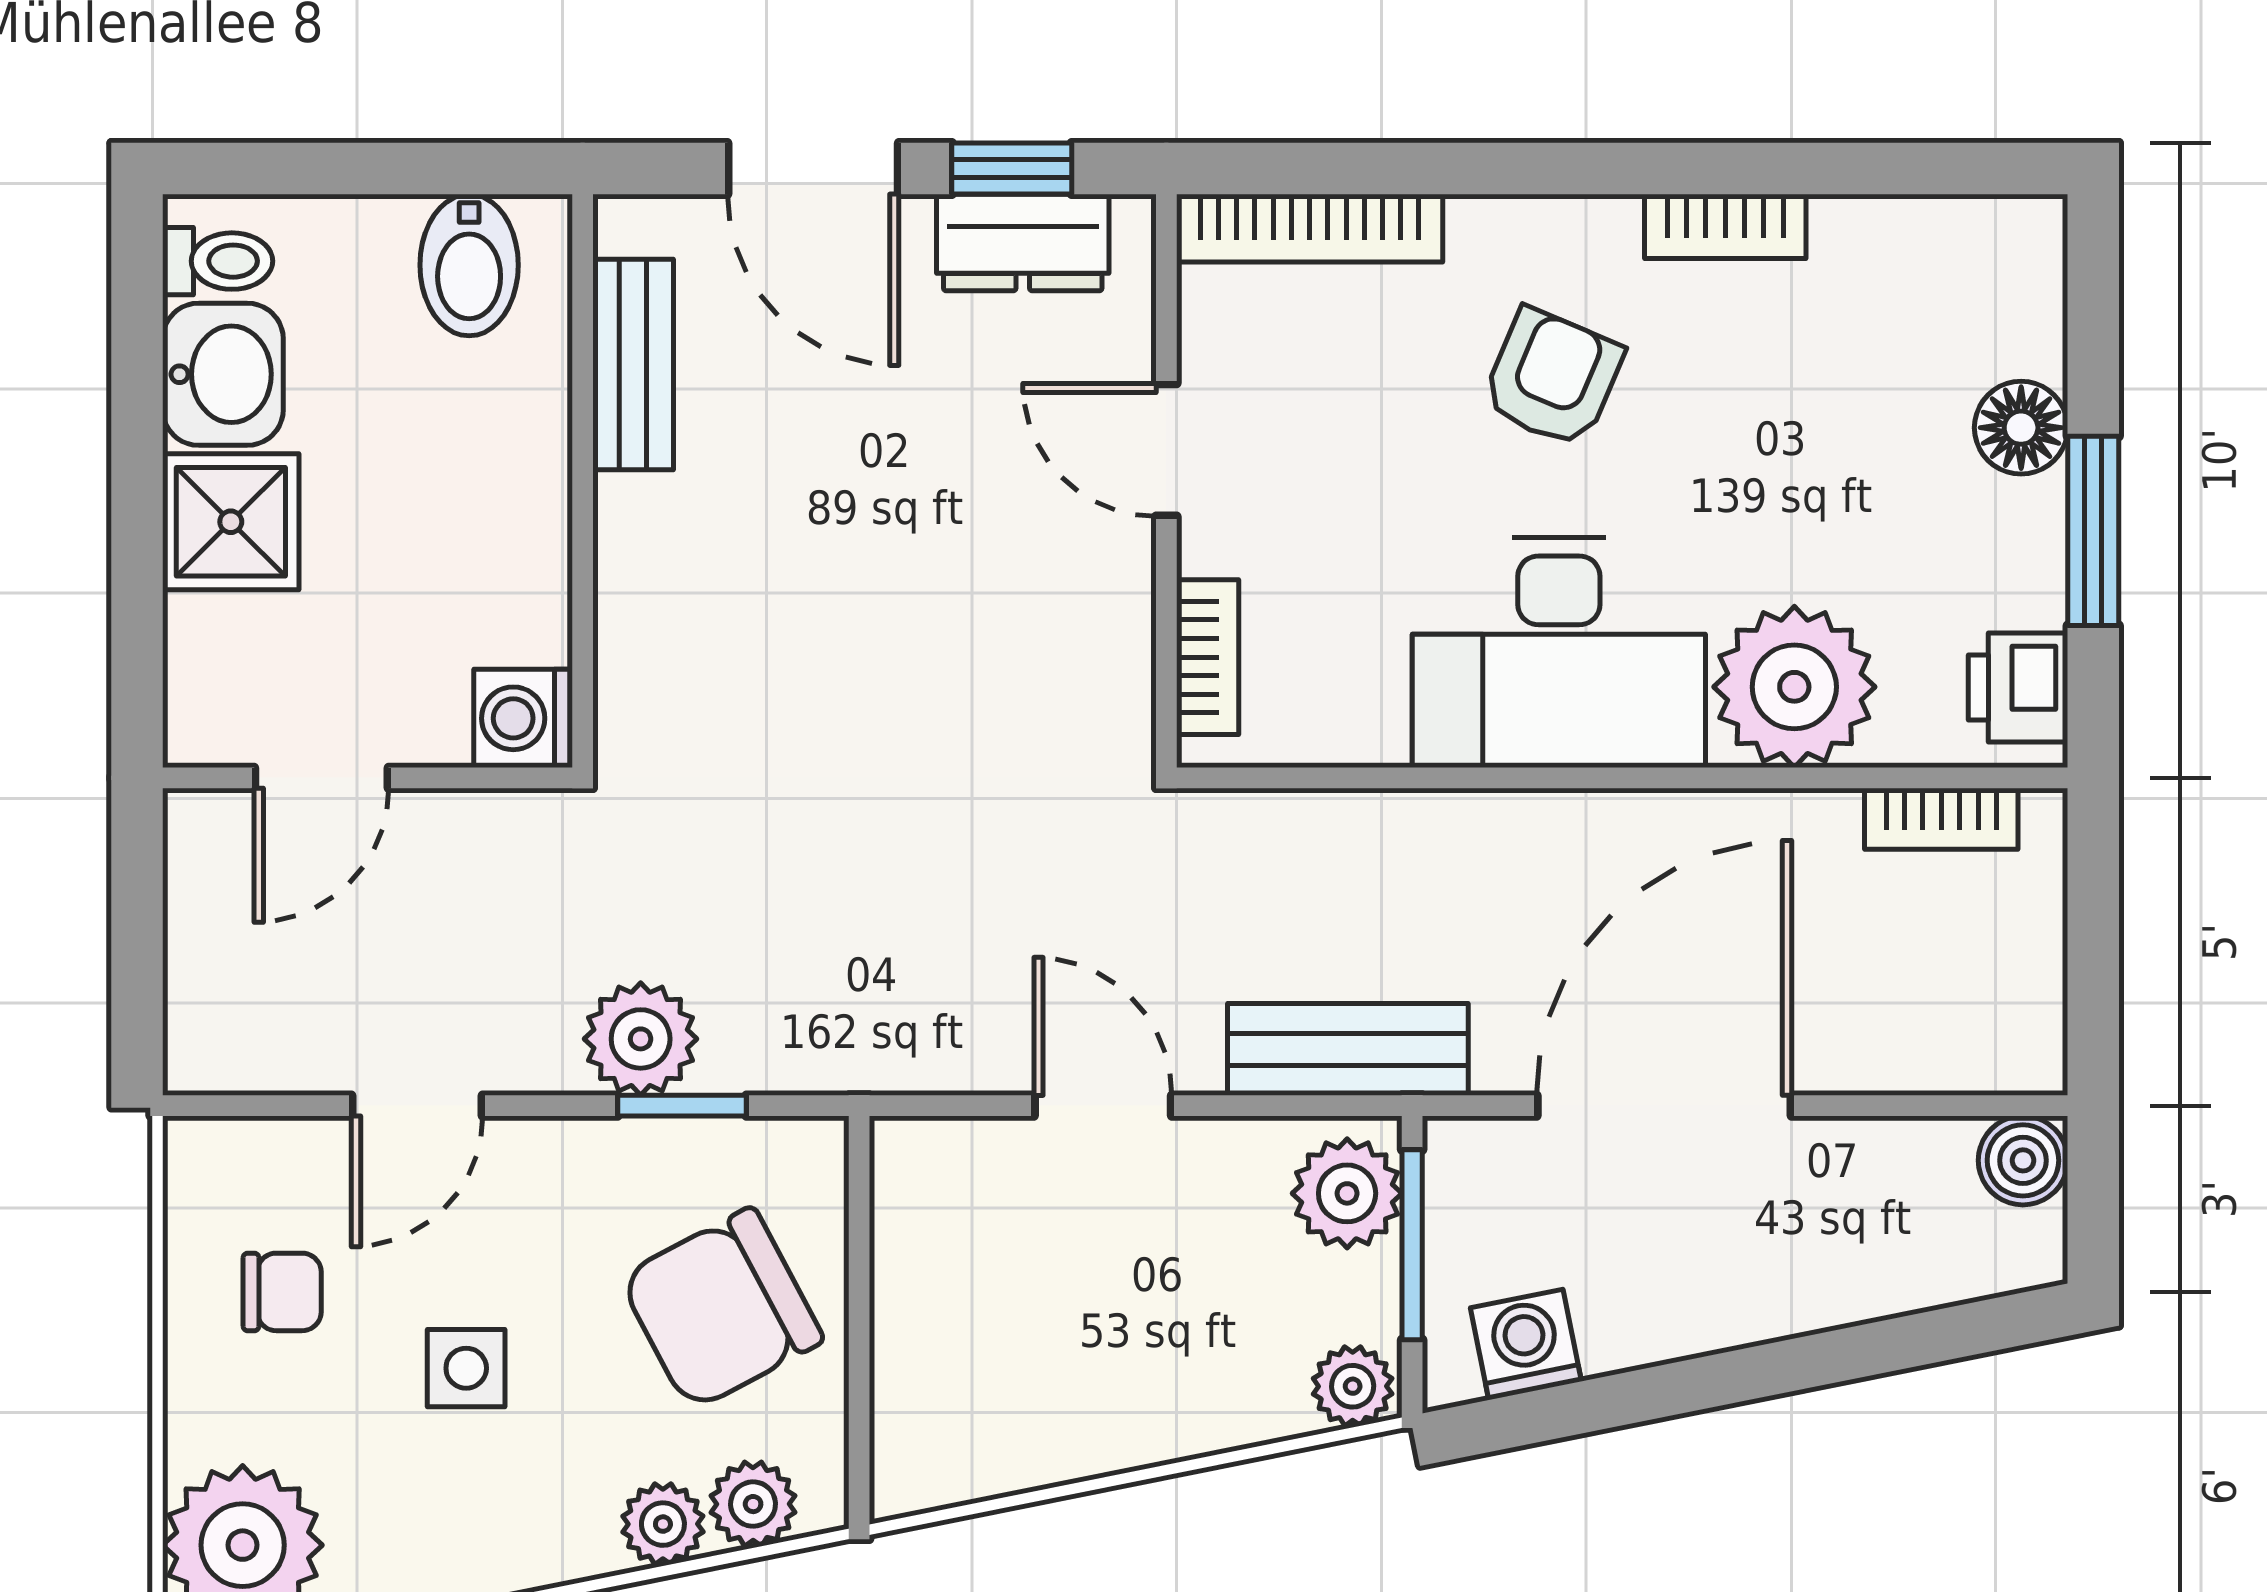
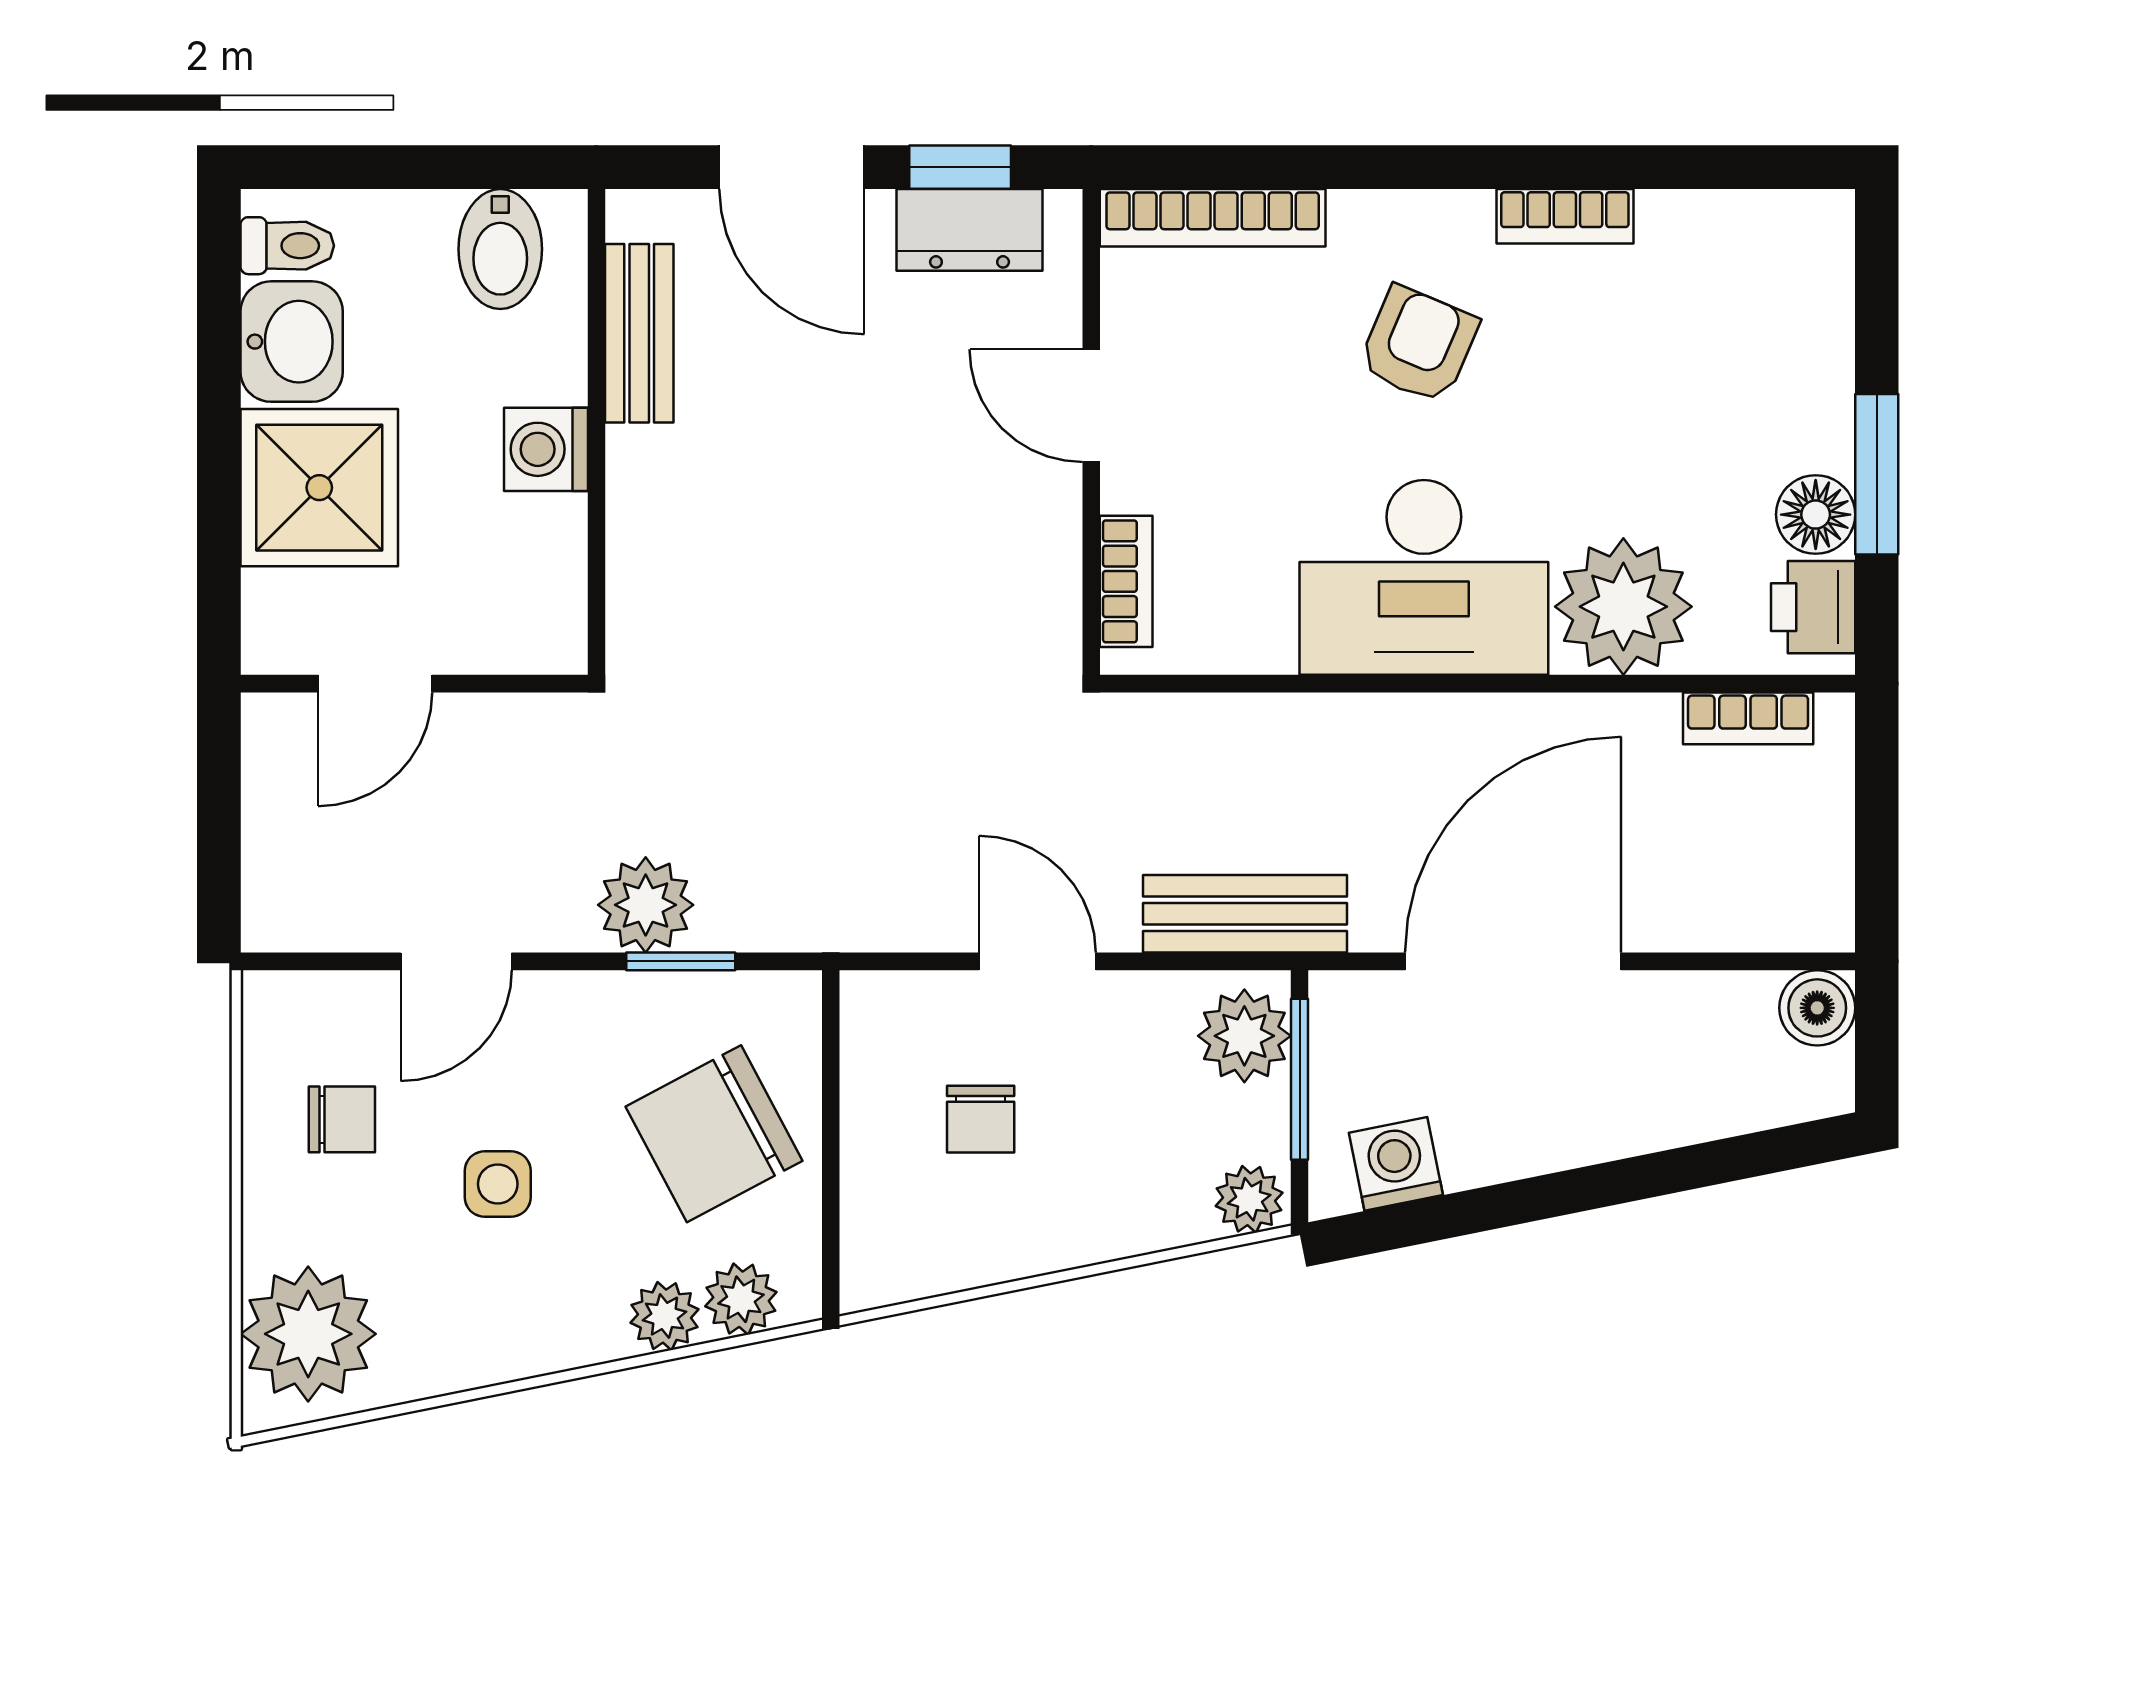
floor lamp: (2021, 428) -> (1816, 515), moved
shower: (231, 522) -> (319, 488), width x1.36, depth x1.36
washing machine: (523, 718) -> (546, 449), moved
chair: (1036, 1292) -> (981, 1119), added

